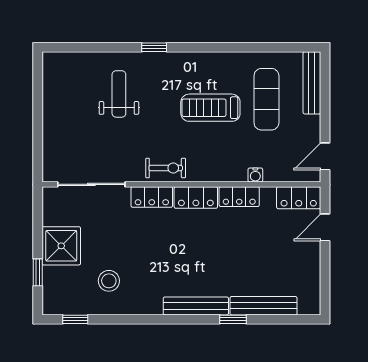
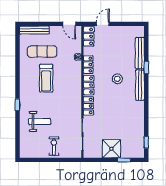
weight bench: (119, 94) -> (40, 121), turned 180
exercise bike: (166, 168) -> (54, 146), moved
door: (325, 227) -> (103, 24), swing flipped
stool: (109, 281) -> (117, 79), moved

